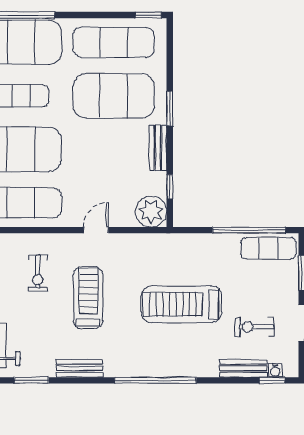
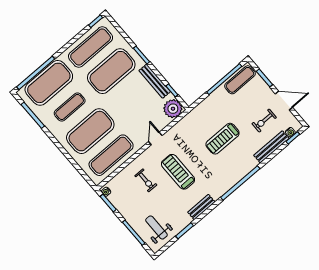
bench: (158, 148) -> (155, 81), width x1.36
treadmill: (181, 304) -> (223, 139), width x0.73, depth x0.73
bench: (243, 368) -> (271, 147), width x1.36

